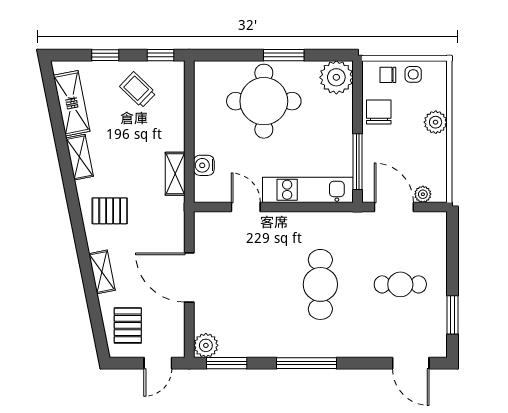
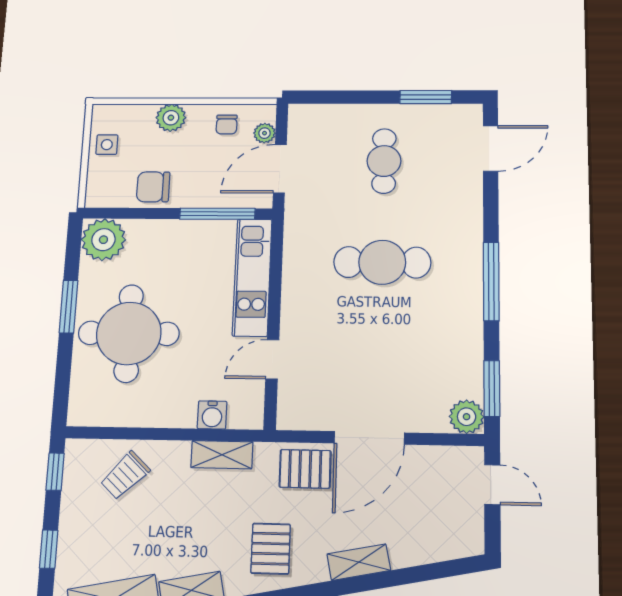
chair: (388, 75) -> (227, 124), moved
trolley: (138, 90) -> (125, 475), moved
pallet: (128, 325) -> (305, 469), moved

